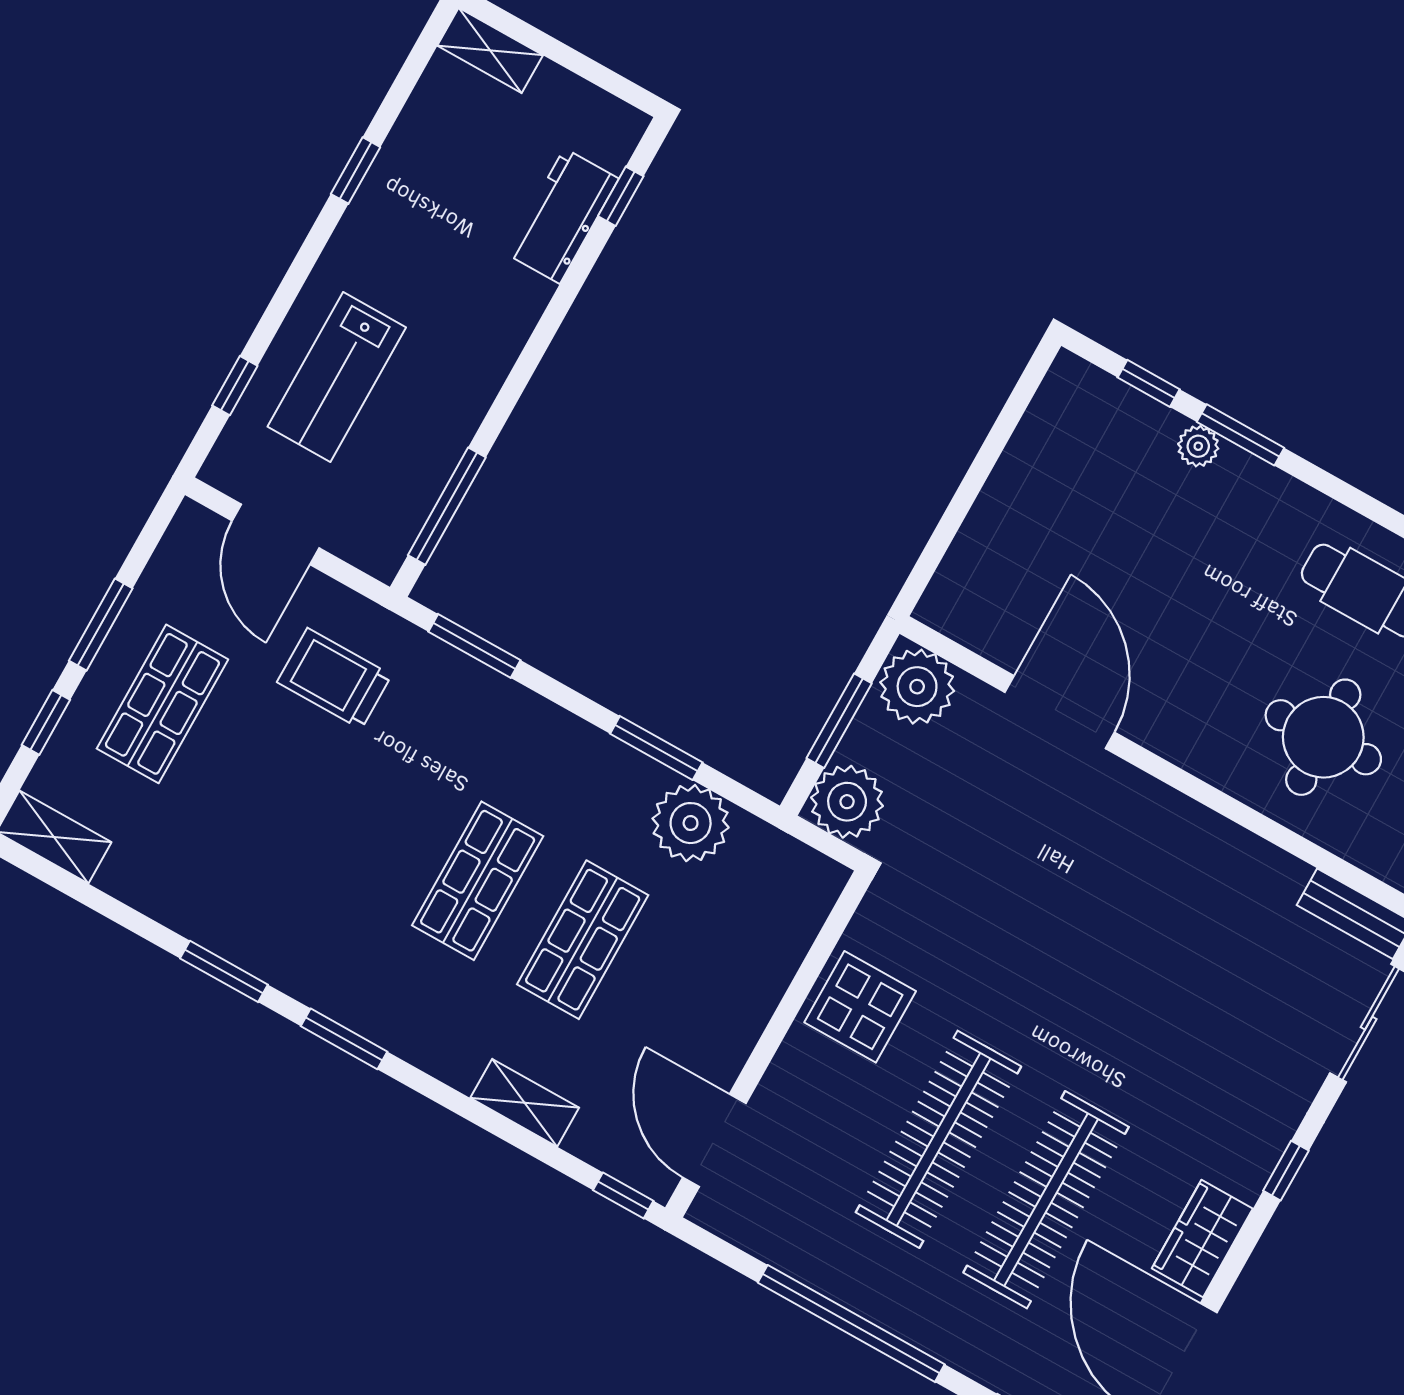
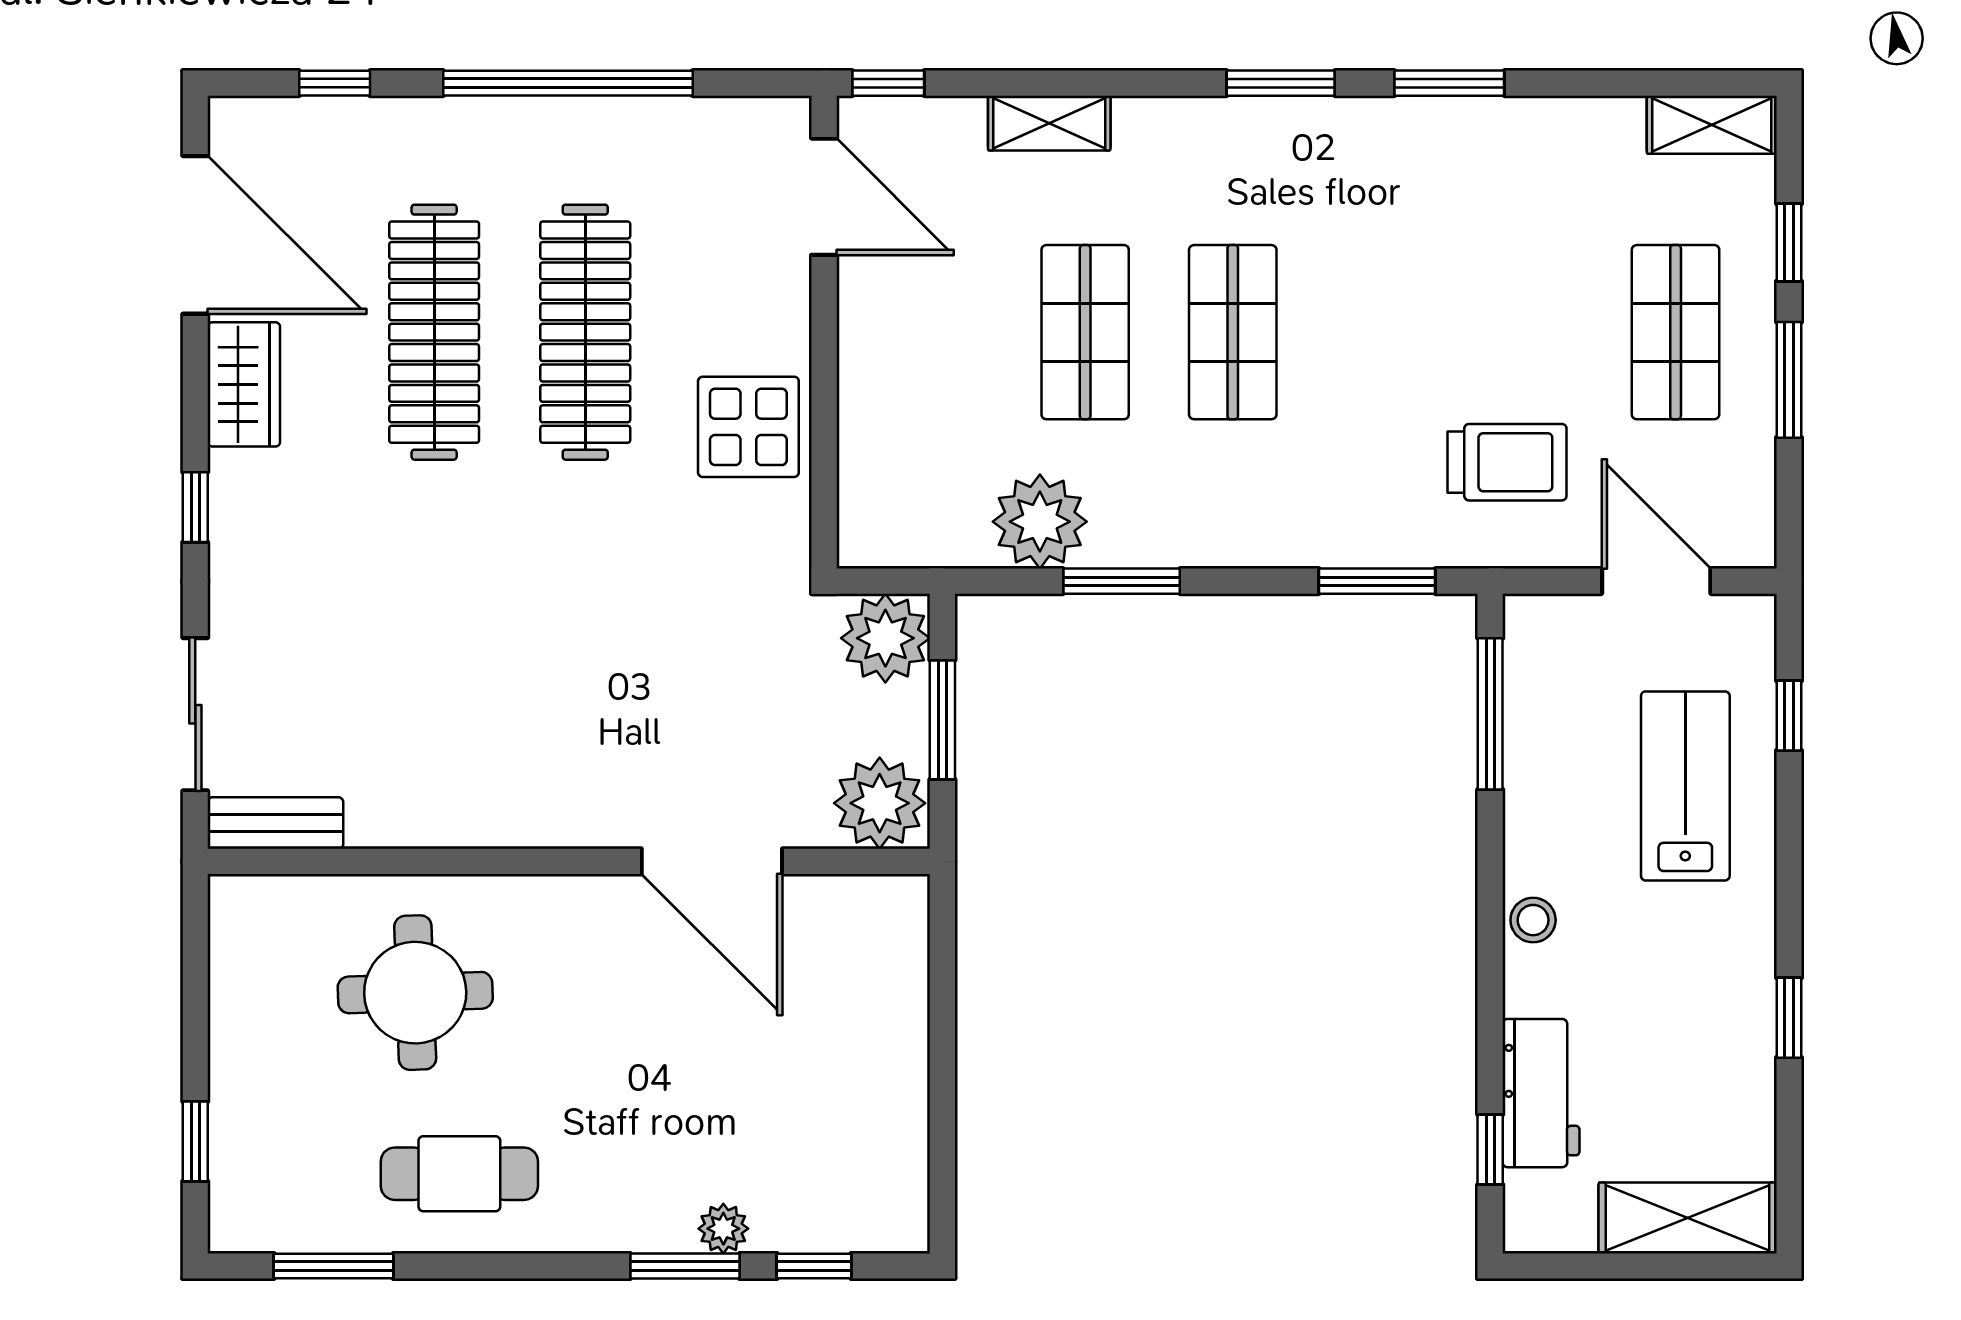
shelving: (490, 50) -> (1688, 1218), width x1.50, depth x1.33
stool: (499, 342) -> (1533, 920), added

